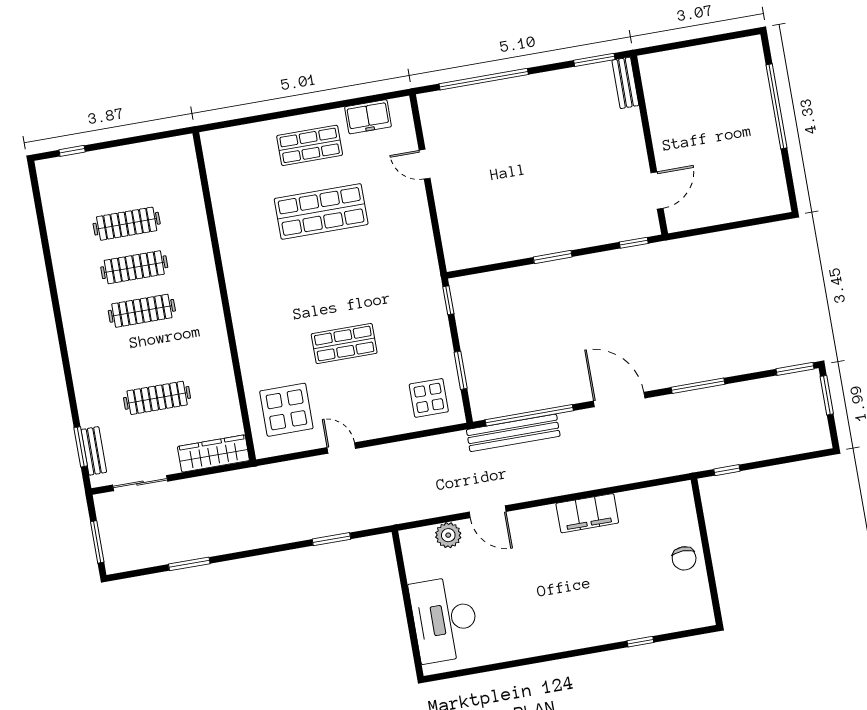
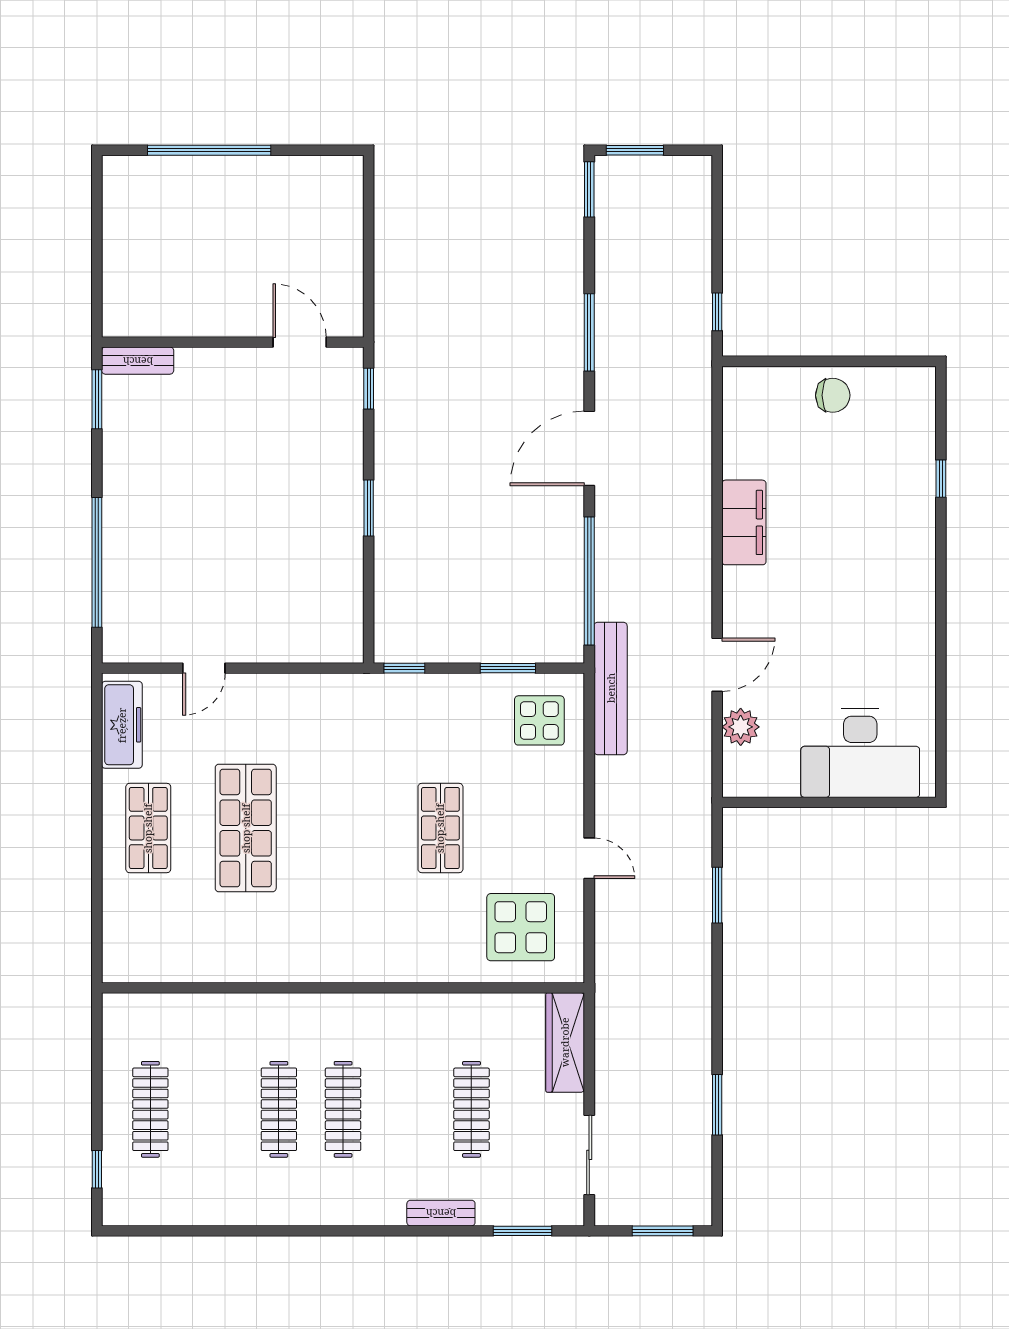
freezer: (368, 117) -> (122, 725), width x1.40
clothes rail: (127, 224) -> (150, 1109), moved
bench: (513, 433) -> (611, 688), moved
door: (341, 448) -> (589, 858), swing flipped
bench: (94, 451) -> (441, 1213), moved

